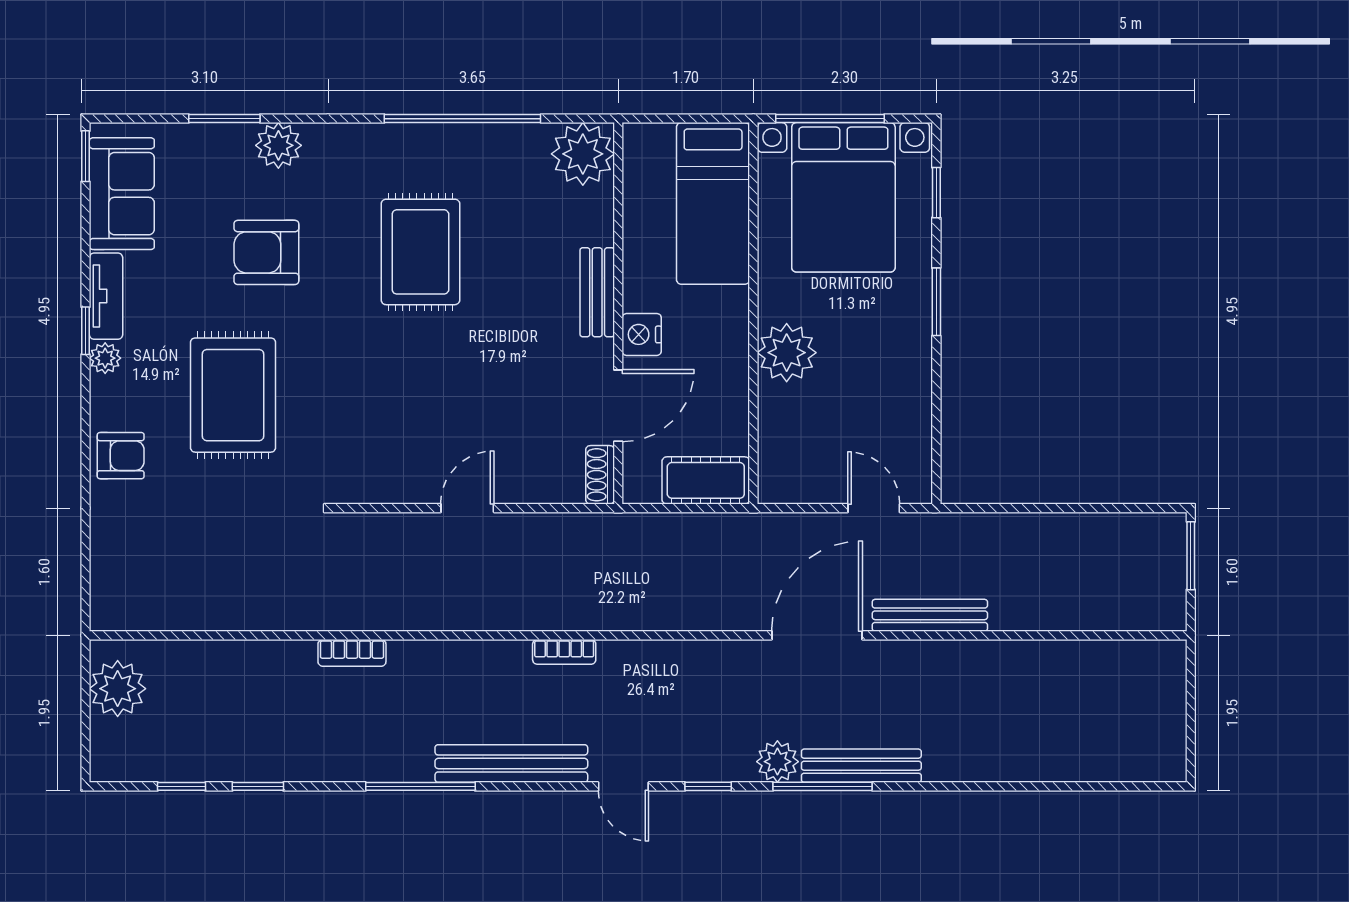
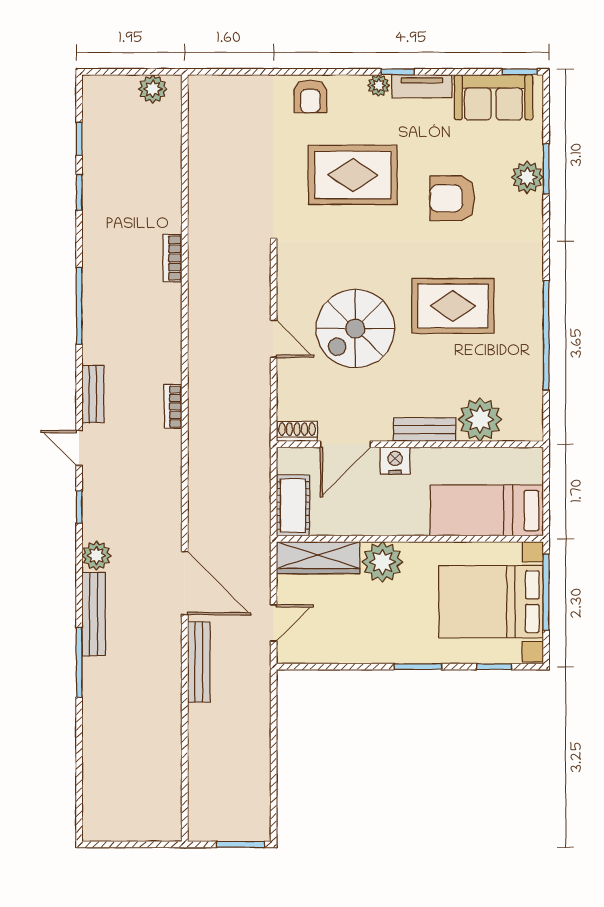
plant: (278, 145) -> (527, 177), moved
plant: (583, 154) -> (480, 419), moved
armchair: (266, 252) -> (452, 198), turned -90
spiral stairs: (453, 391) -> (355, 329), added
door: (618, 406) -> (345, 444), hinge flipped
wardrobe: (780, 445) -> (318, 558), added
plant: (118, 689) -> (153, 89), width x0.73, depth x0.73
bench: (511, 763) -> (93, 394), width x0.54, depth x0.82
door: (623, 786) -> (79, 448), hinge flipped
window: (823, 786) -> (79, 662), moved

